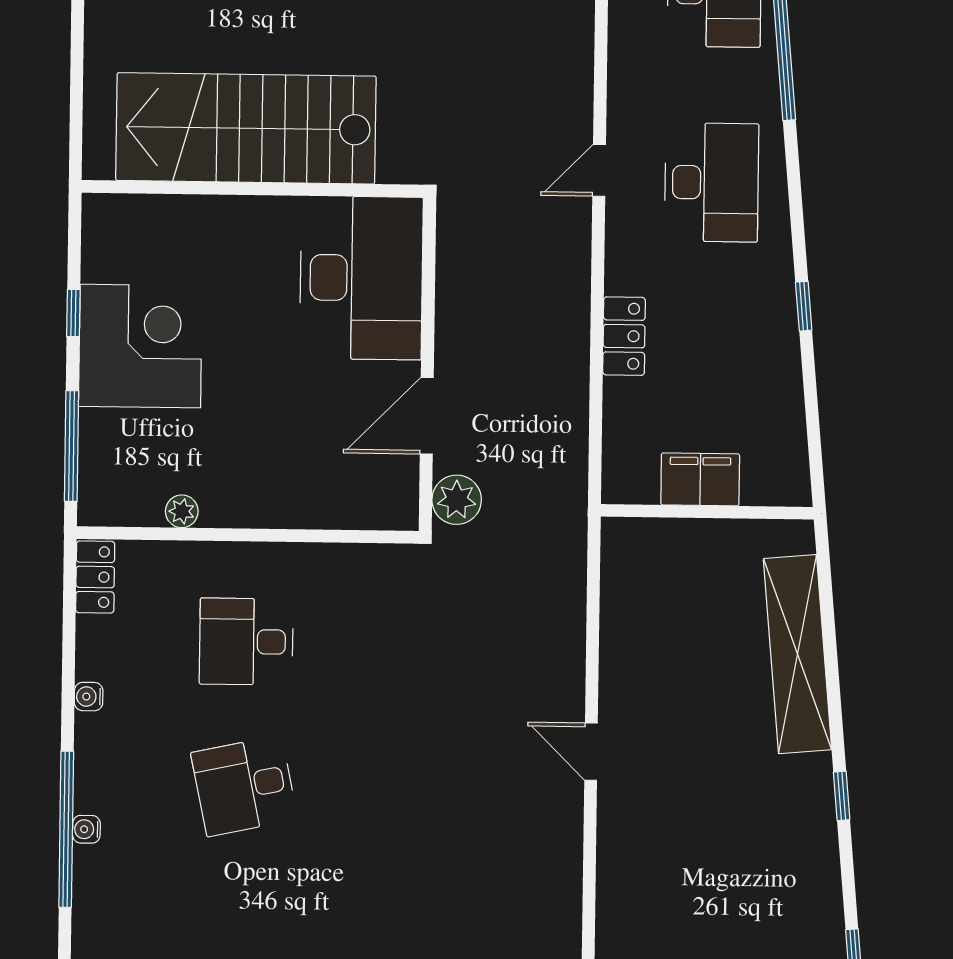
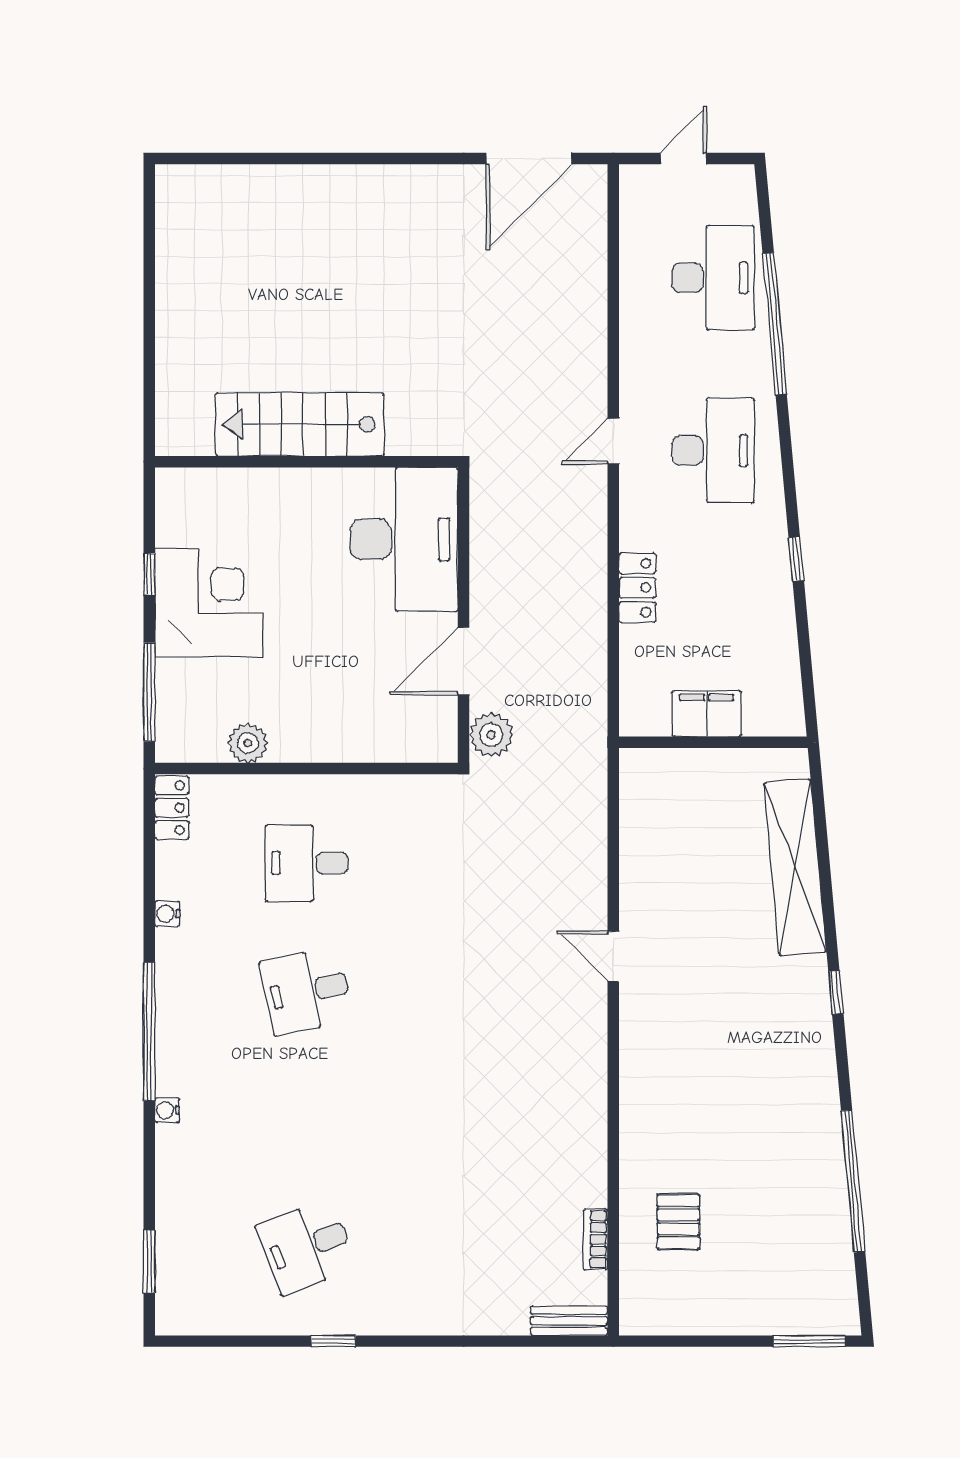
stairs: (246, 128) -> (300, 424), width x0.73, depth x0.66
plant: (182, 511) -> (248, 743), width x1.38, depth x1.38
water cooler: (86, 829) -> (167, 1110), moved

